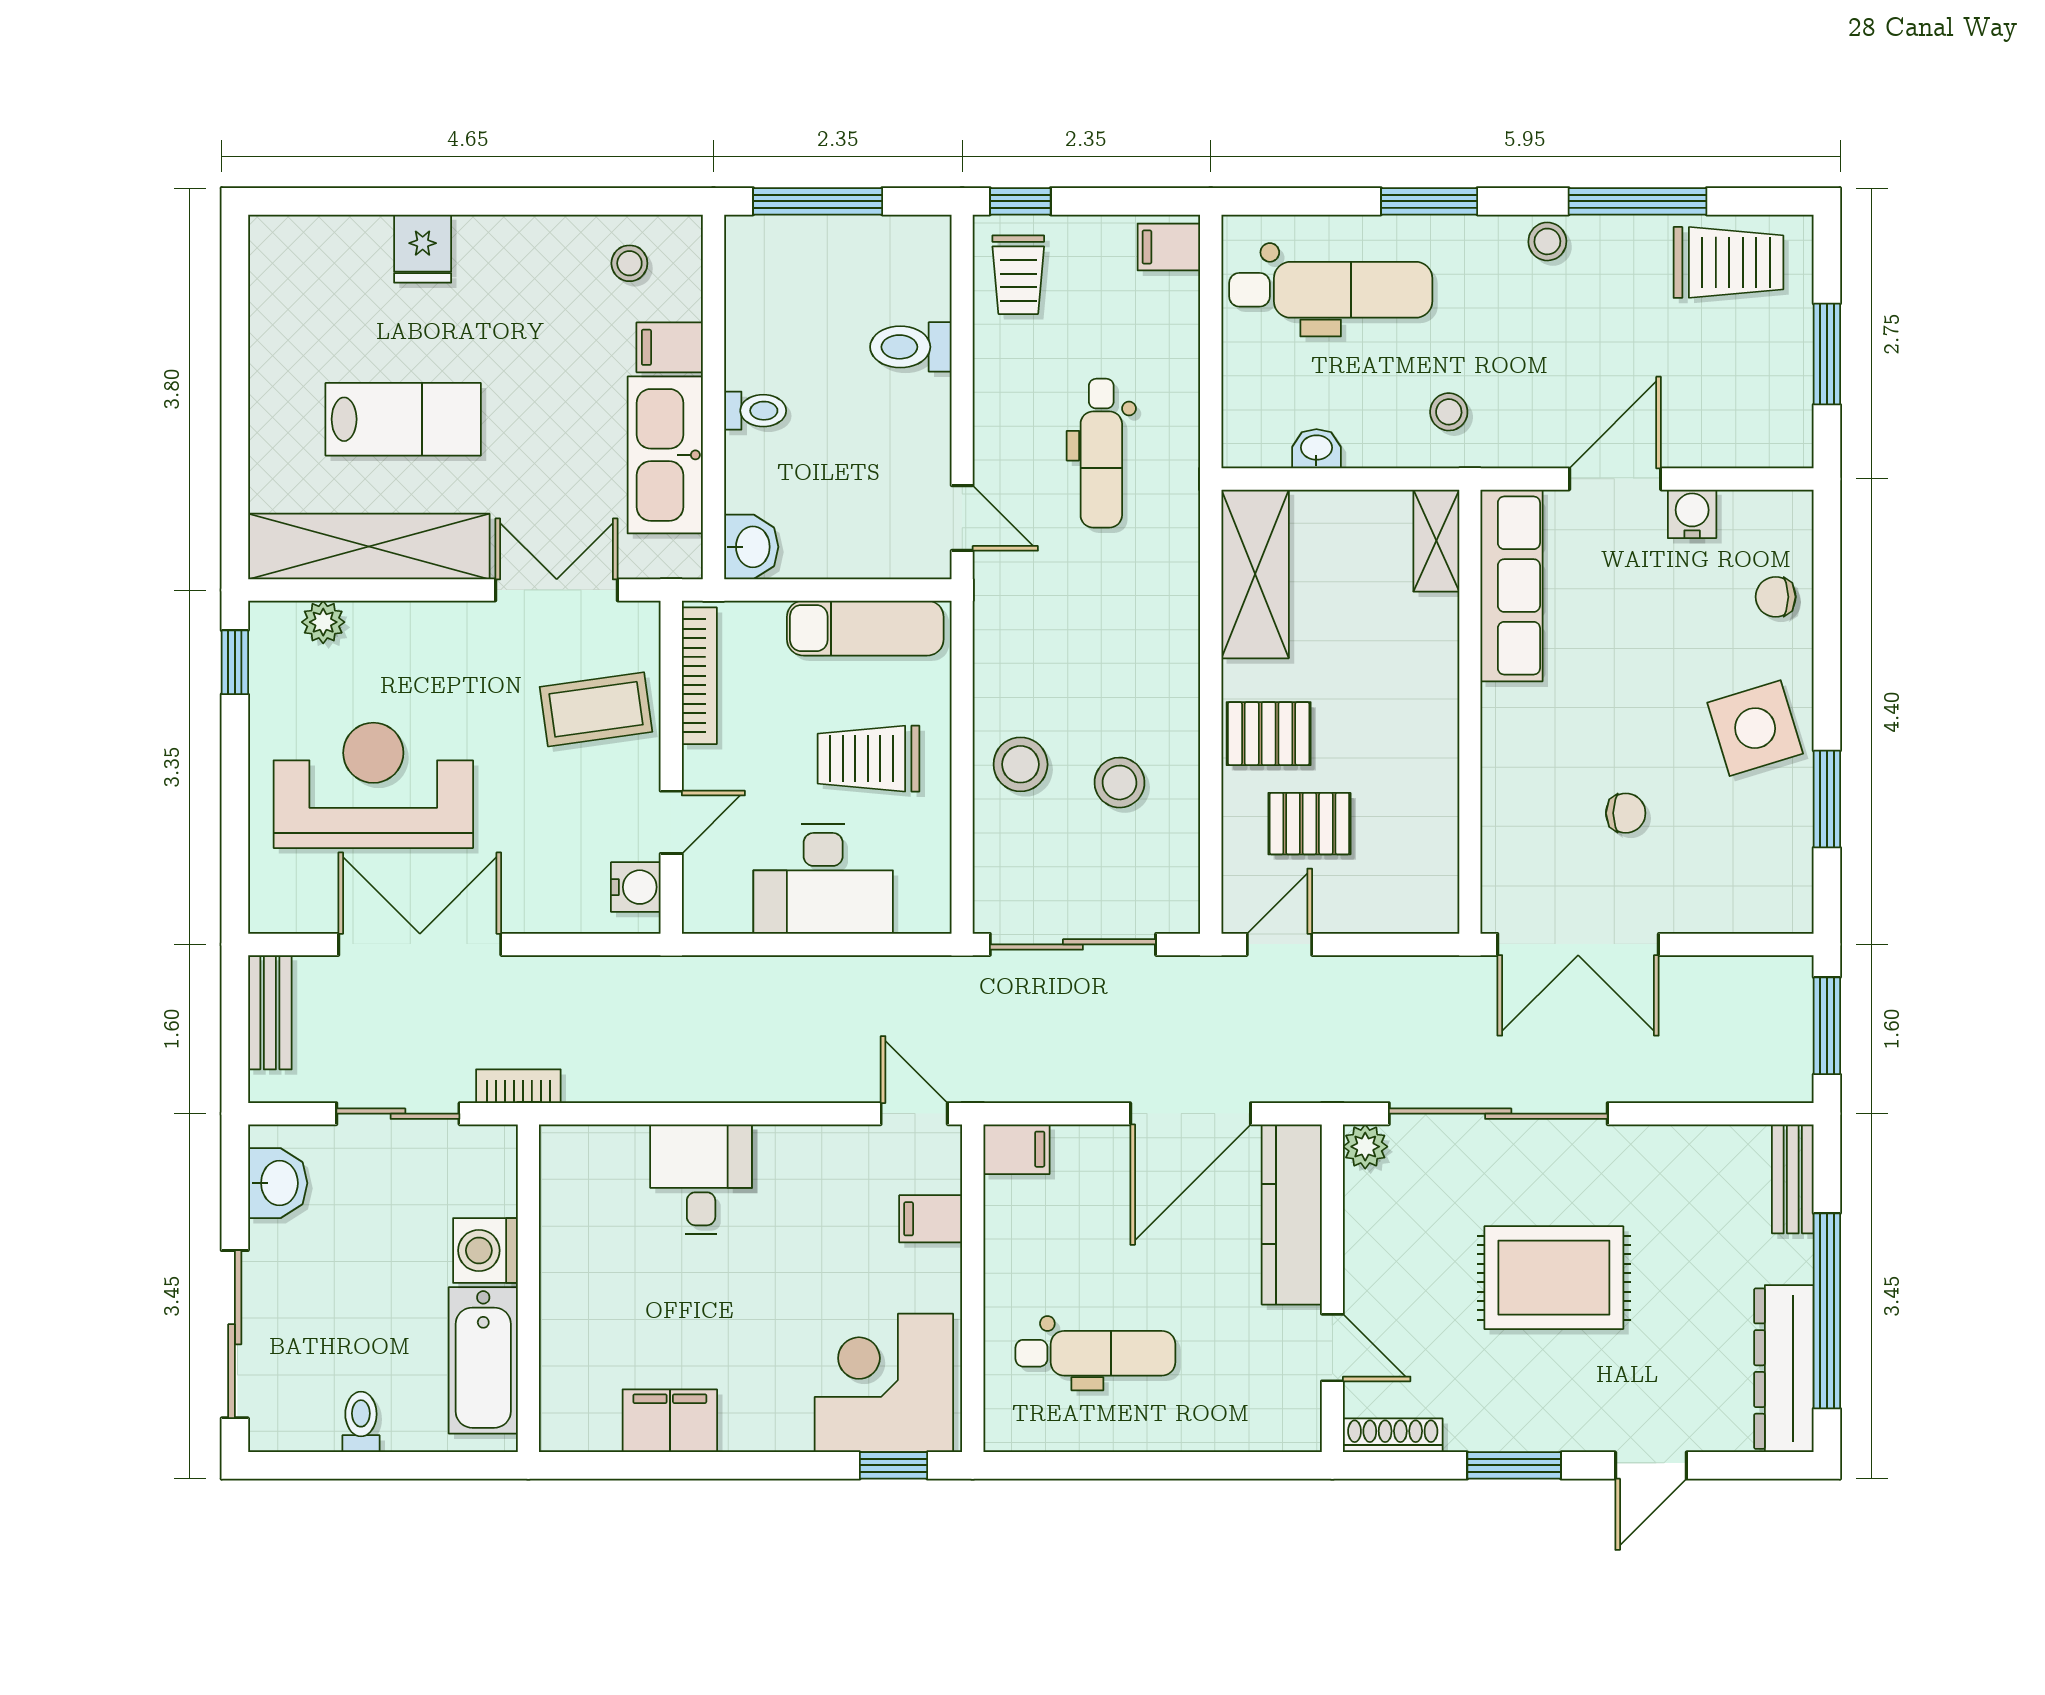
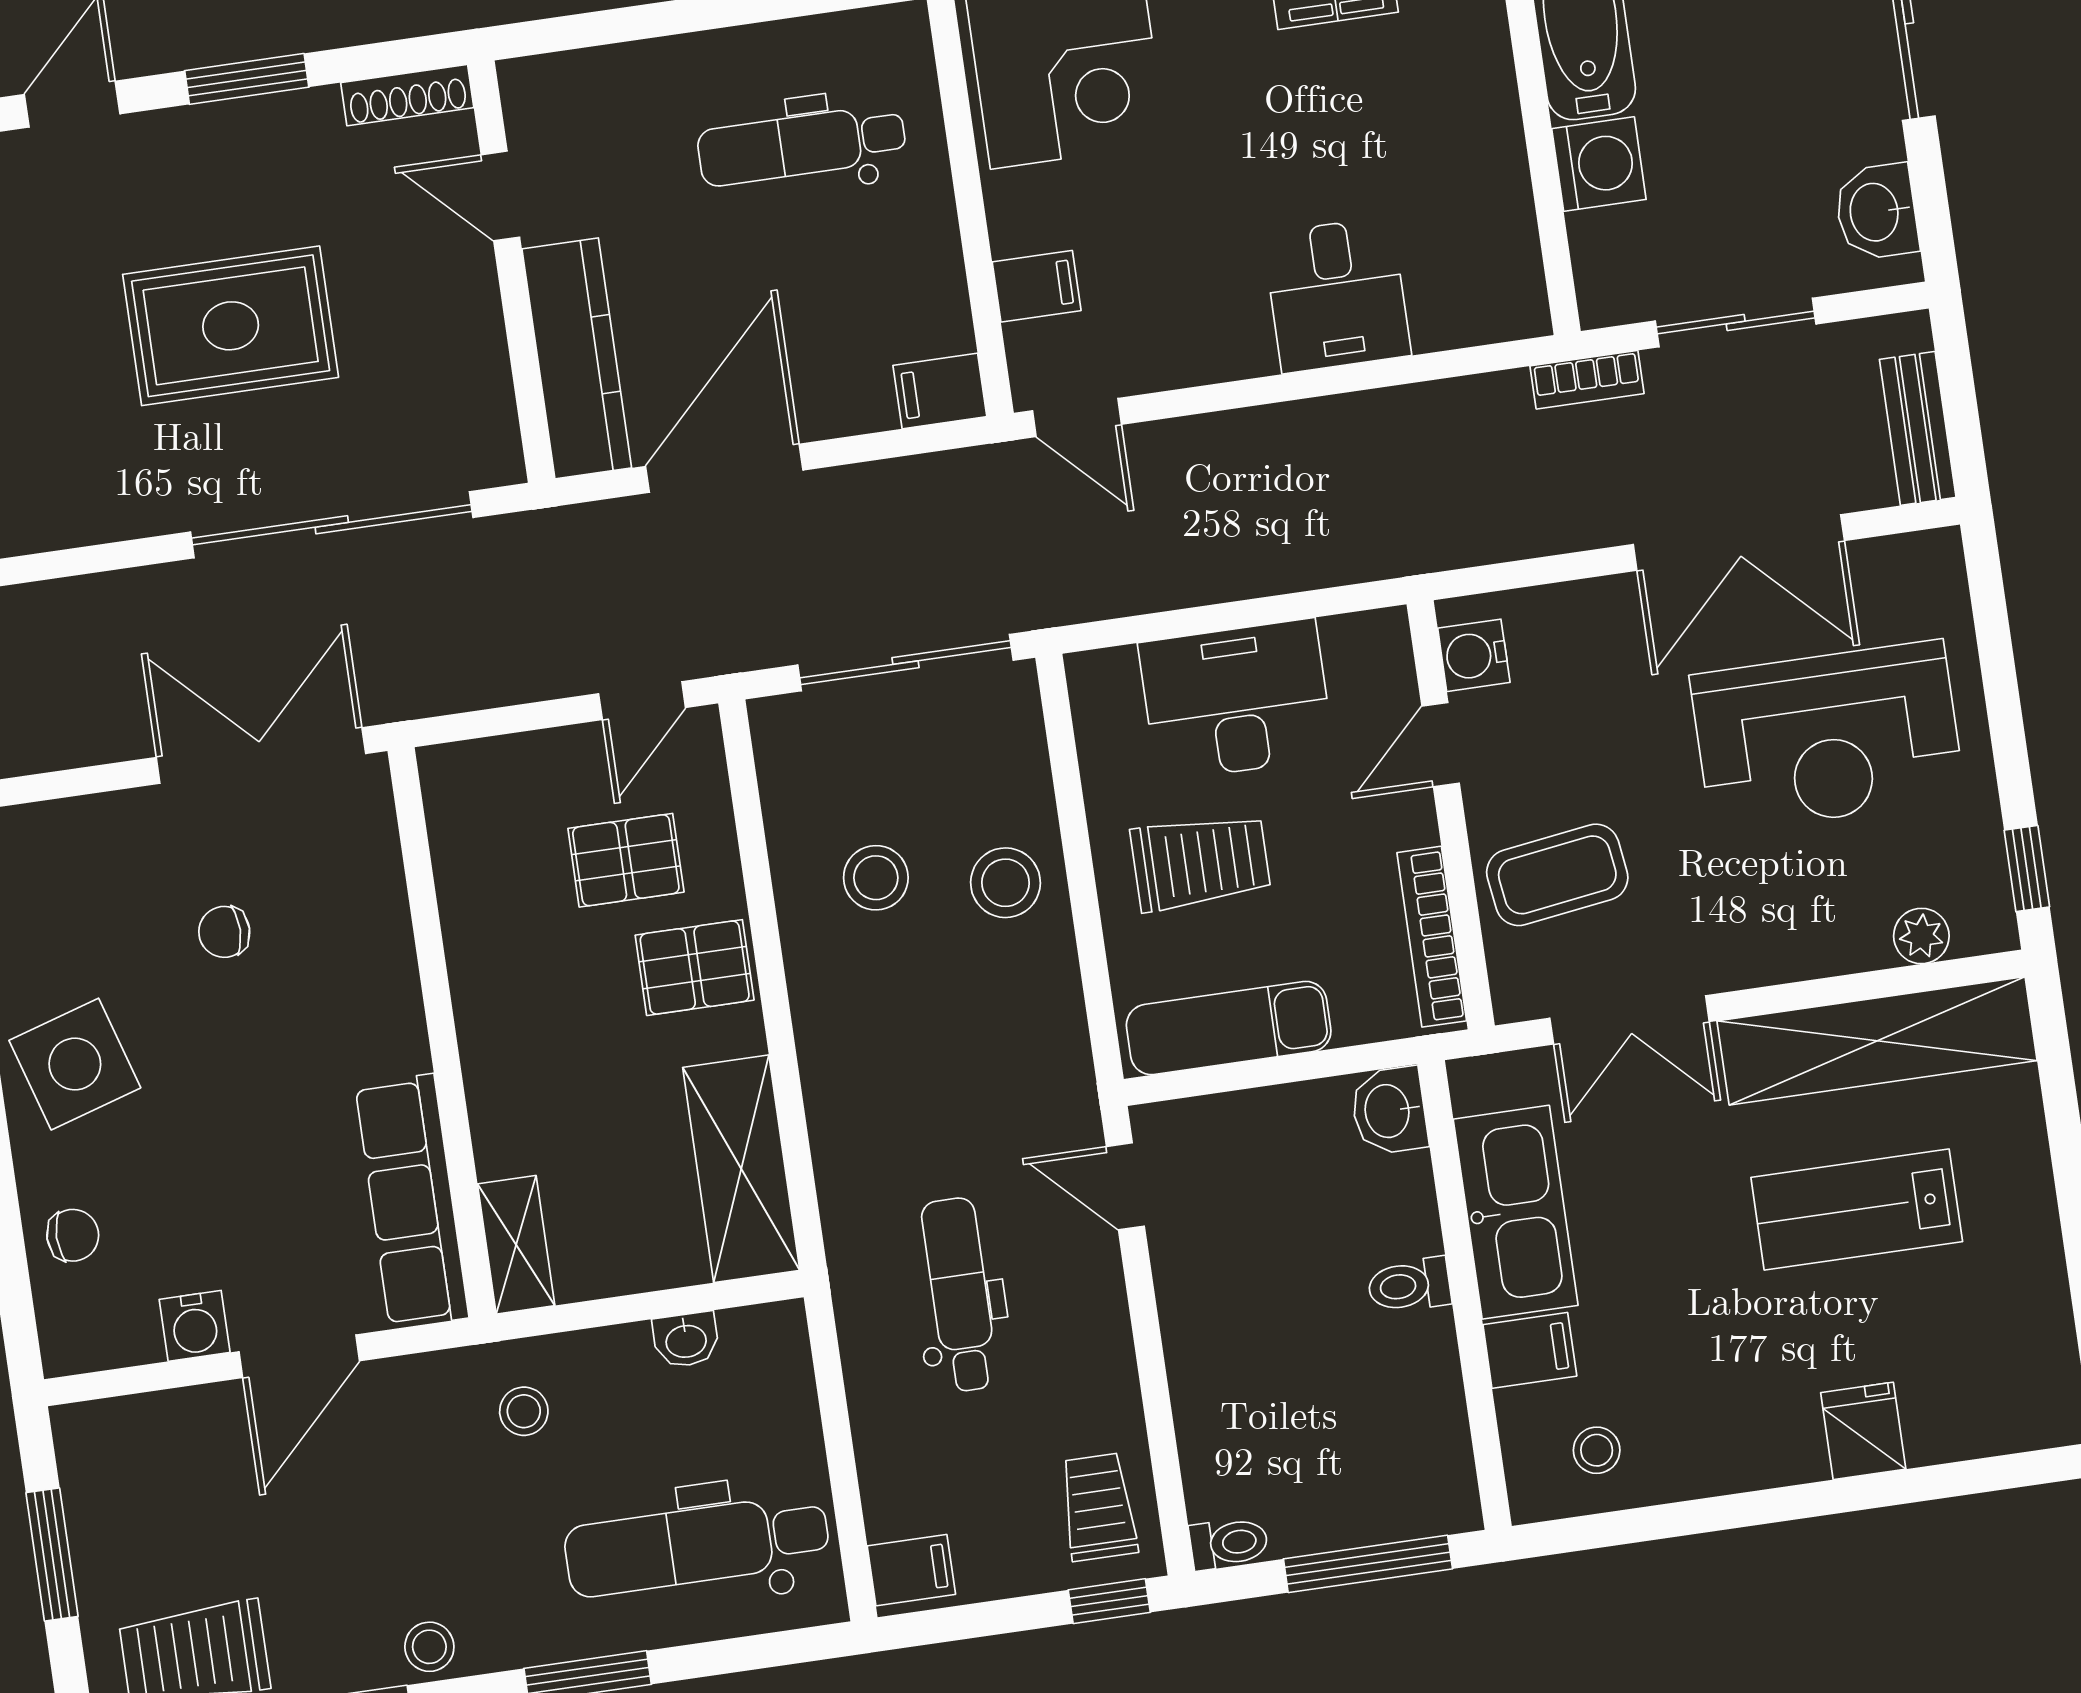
toilet: (911, 347) -> (1229, 1543), moved, width x0.73, depth x0.72
plant: (1365, 1147) -> (495, 458), removed

